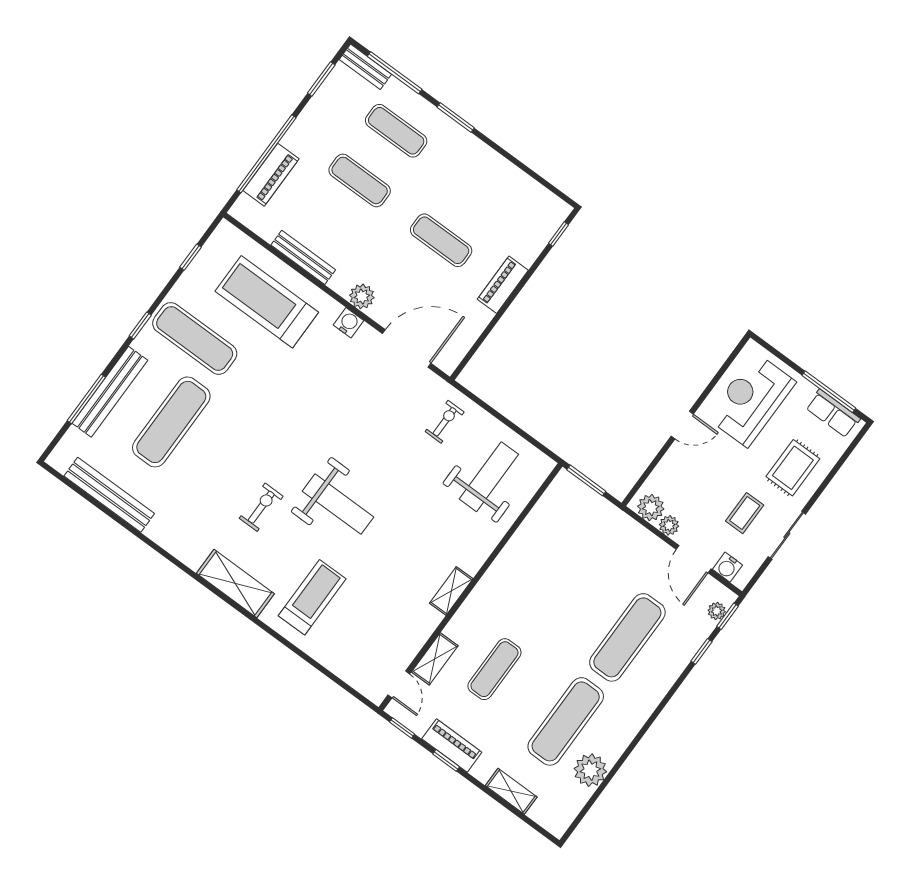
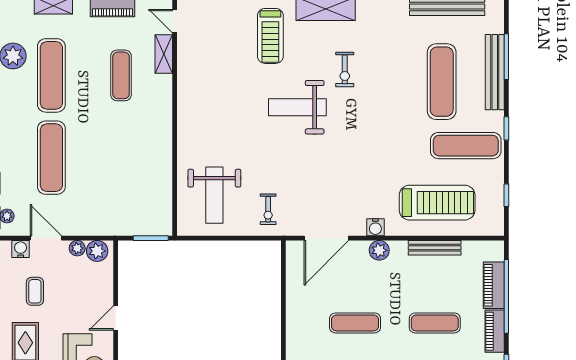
piano: (503, 285) -> (495, 331), moved, turned 180
shelving: (451, 591) -> (185, 105), removed

